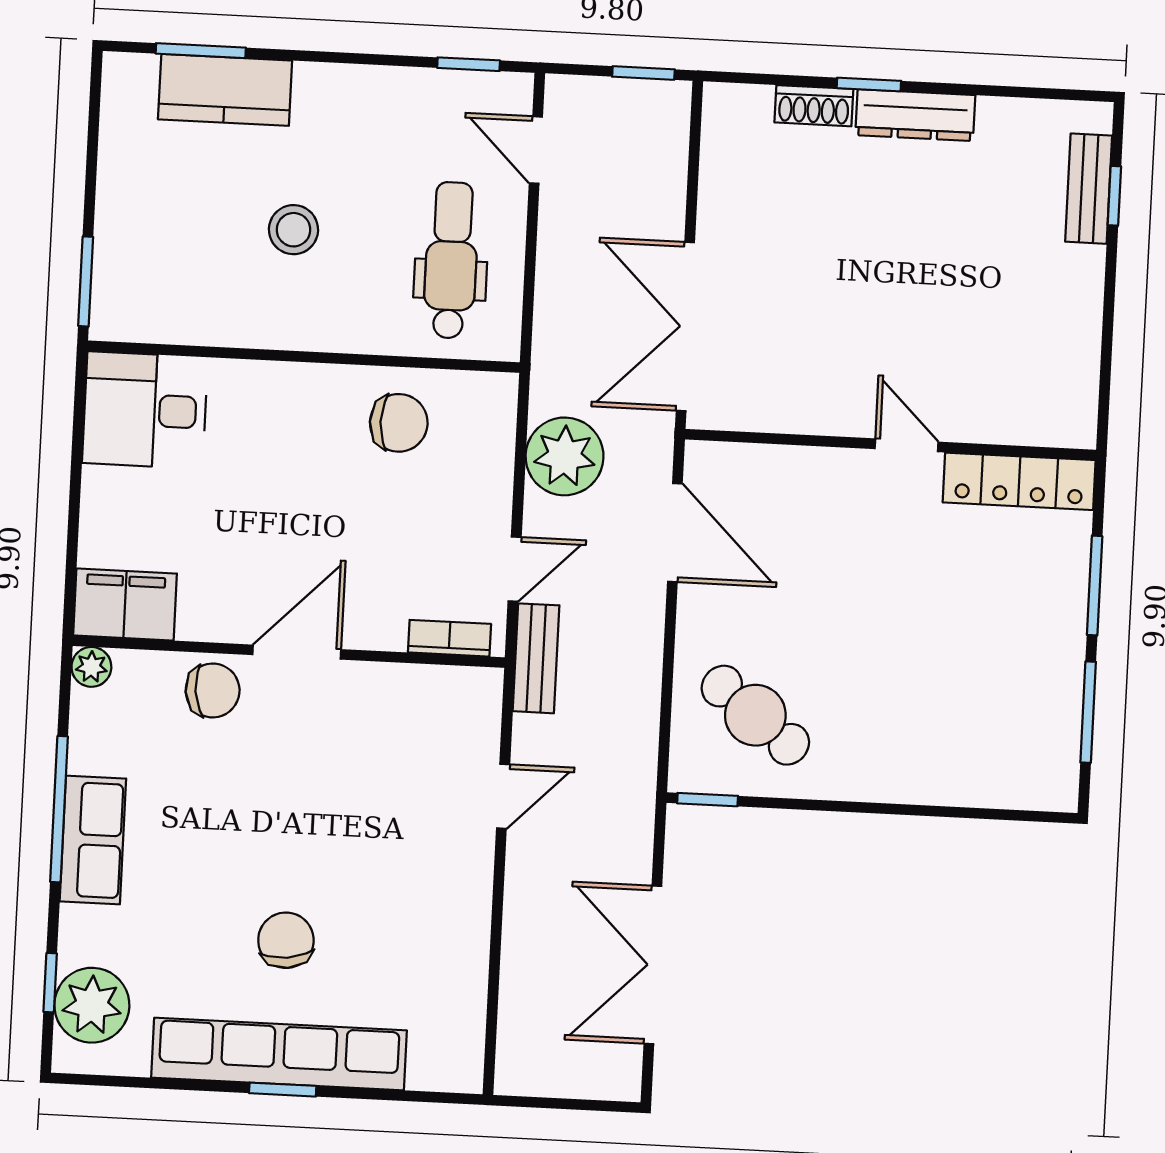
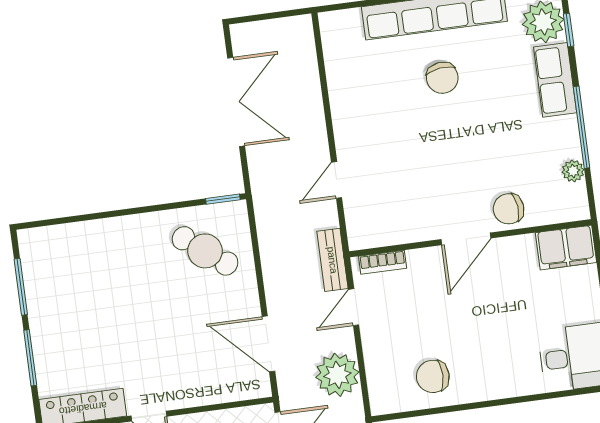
plant: (91, 667) -> (573, 171), moved
row of seats: (93, 840) -> (555, 80), moved

